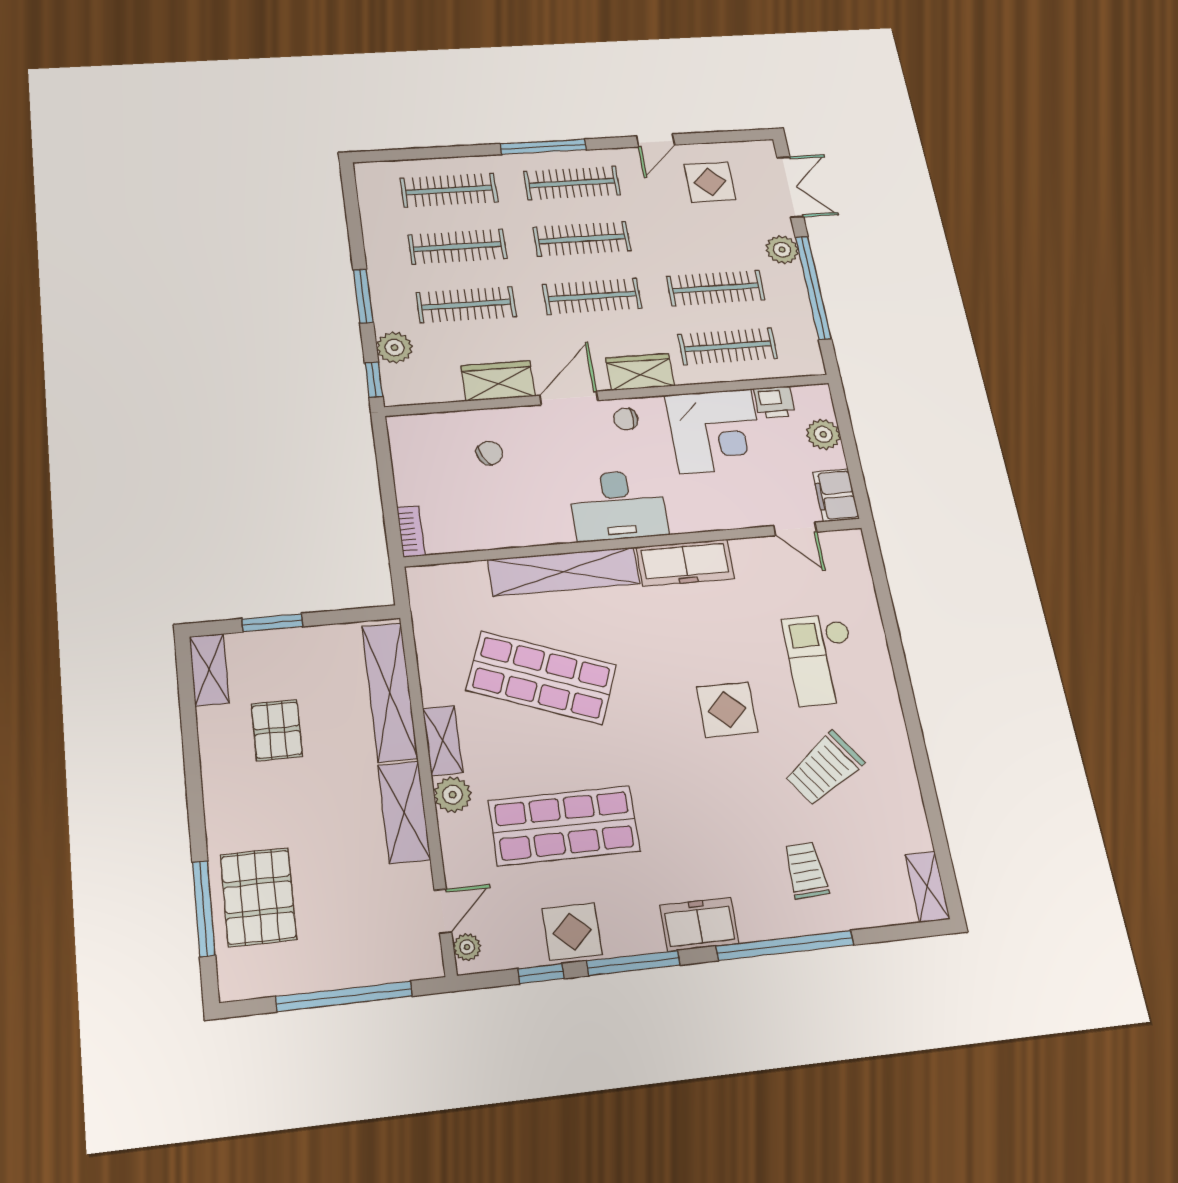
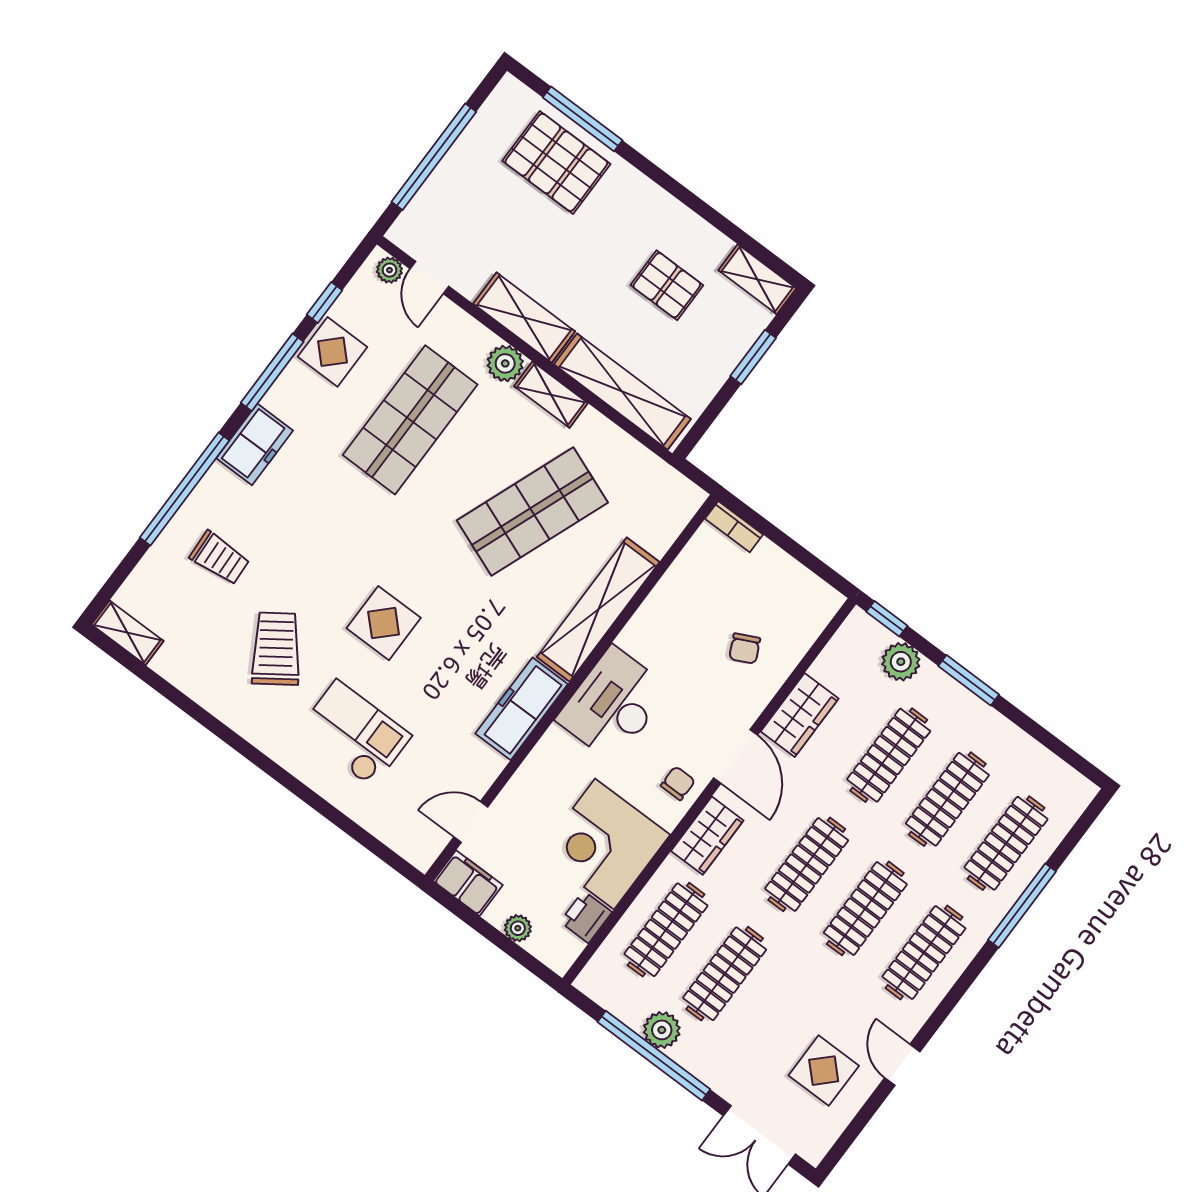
window: (543, 147) -> (1022, 906), moved
plant: (782, 250) -> (662, 1030), moved
plant: (823, 434) -> (518, 928), width x0.73, depth x0.73

